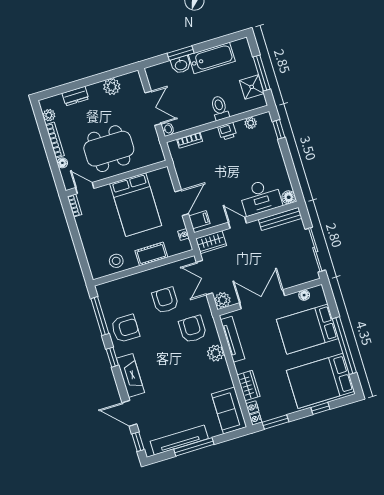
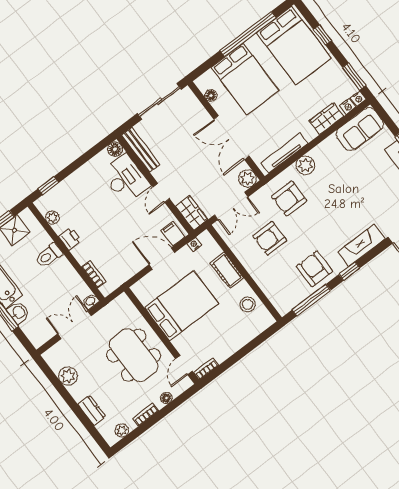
bookcase: (55, 140) -> (146, 415), width x0.64

